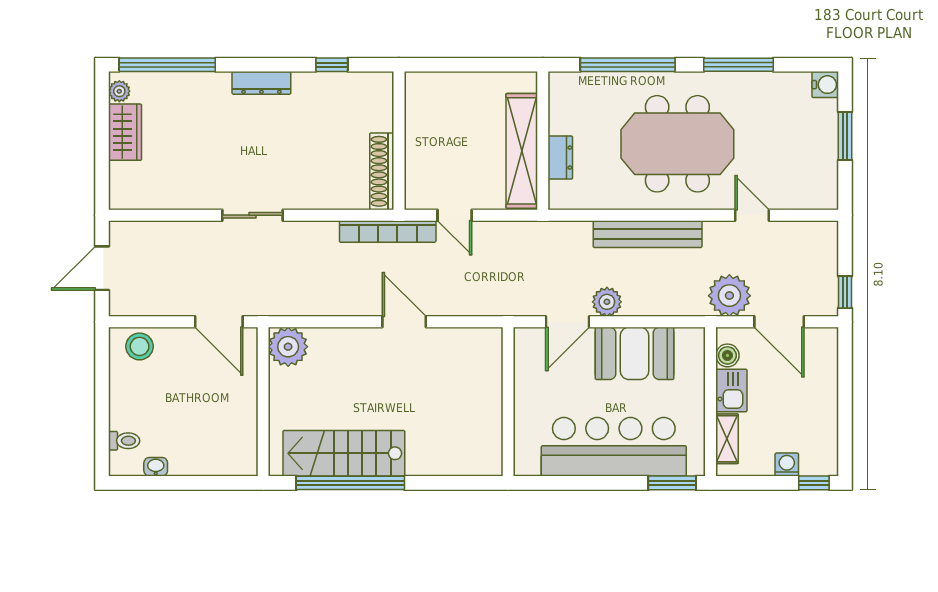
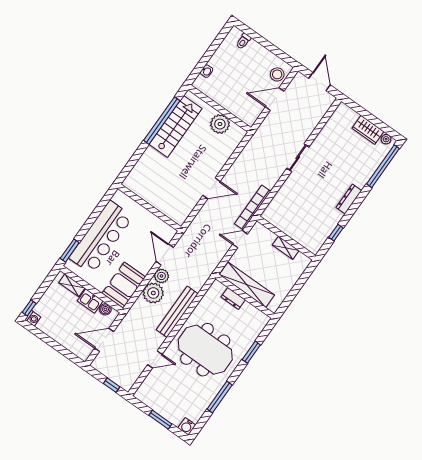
window: (628, 65) -> (251, 352), width x0.47
shelving: (416, 130) -> (286, 248), added
meeting table: (677, 144) -> (205, 350), turned 90
shoe rack: (382, 171) -> (279, 222), removed
window: (845, 292) -> (112, 385), moved
plant: (729, 296) -> (153, 293), moved
door: (219, 322) -> (275, 99), moved
plant: (288, 347) -> (220, 124), moved
booth: (635, 353) -> (124, 285), moved
washing machine: (787, 465) -> (33, 318), moved
washbasin: (156, 467) -> (207, 71), moved

